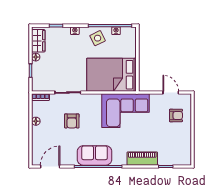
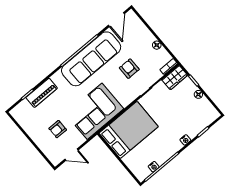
side table: (98, 38) -> (163, 149), removed
wardrobe: (38, 41) -> (175, 78), moved, turned -90
armchair: (176, 115) -> (58, 129), moved
sofa: (95, 155) -> (91, 59), width x1.85, depth x1.27
piano: (142, 159) -> (42, 93), moved

